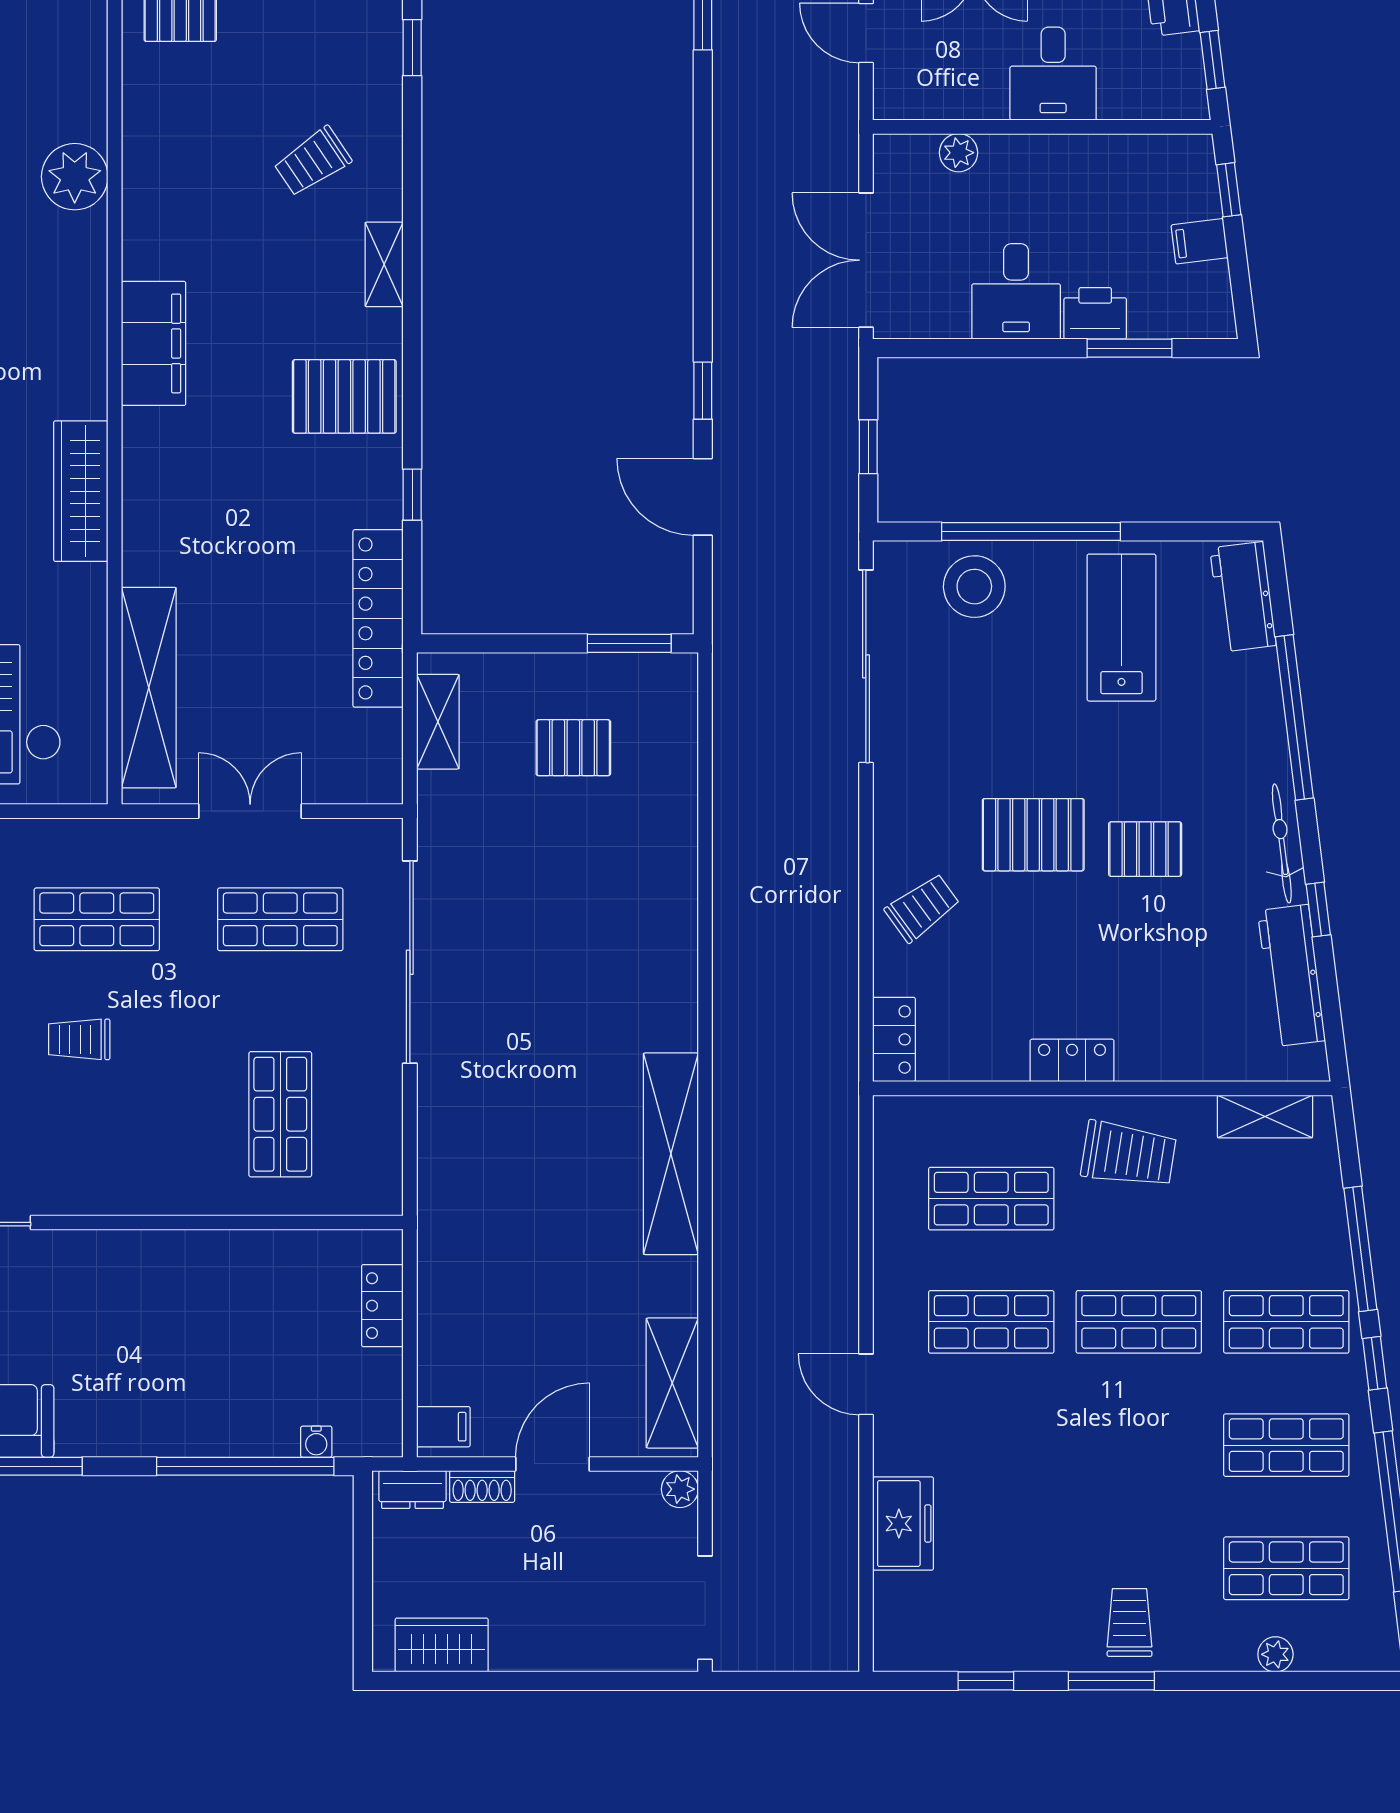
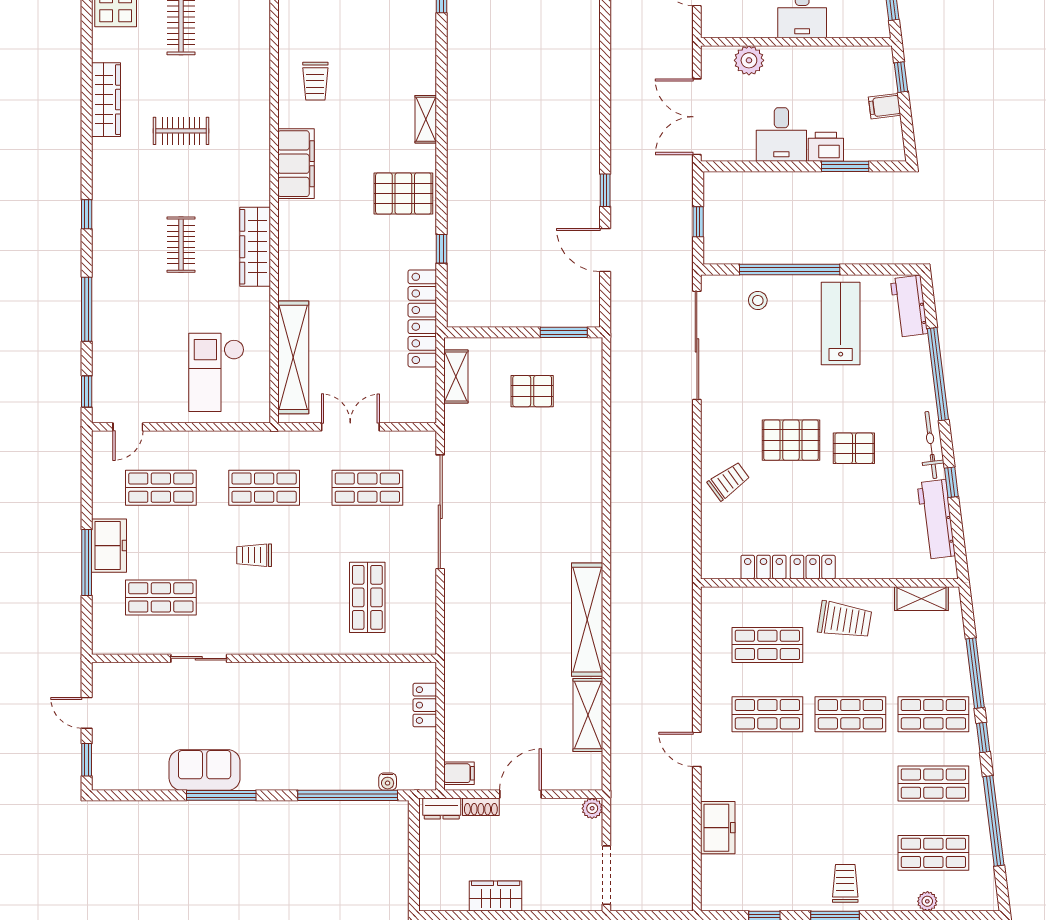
plant: (959, 153) -> (749, 60), width x1.38, depth x1.38
trolley: (312, 162) -> (315, 81), moved, turned -56
plant: (75, 177) -> (252, 70), removed
stool: (974, 587) -> (758, 300), width x0.53, depth x0.53
locker: (894, 1039) -> (763, 567), moved, turned -90
shelving: (672, 1383) -> (588, 715), moved
wardrobe: (442, 1645) -> (496, 896), moved

